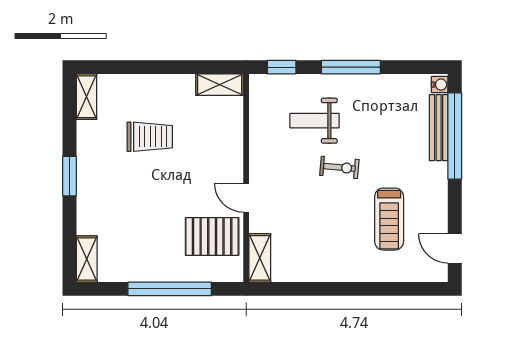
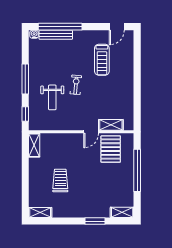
window: (69, 176) -> (95, 221), moved
treadmill: (389, 219) -> (102, 60), turned 90
shelving: (260, 258) -> (111, 125), moved

